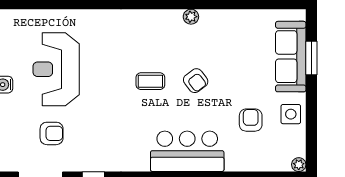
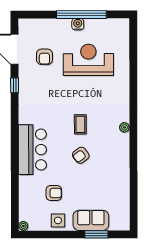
plant: (191, 17) -> (124, 127), moved
sofa: (291, 57) -> (91, 220), width x0.73

